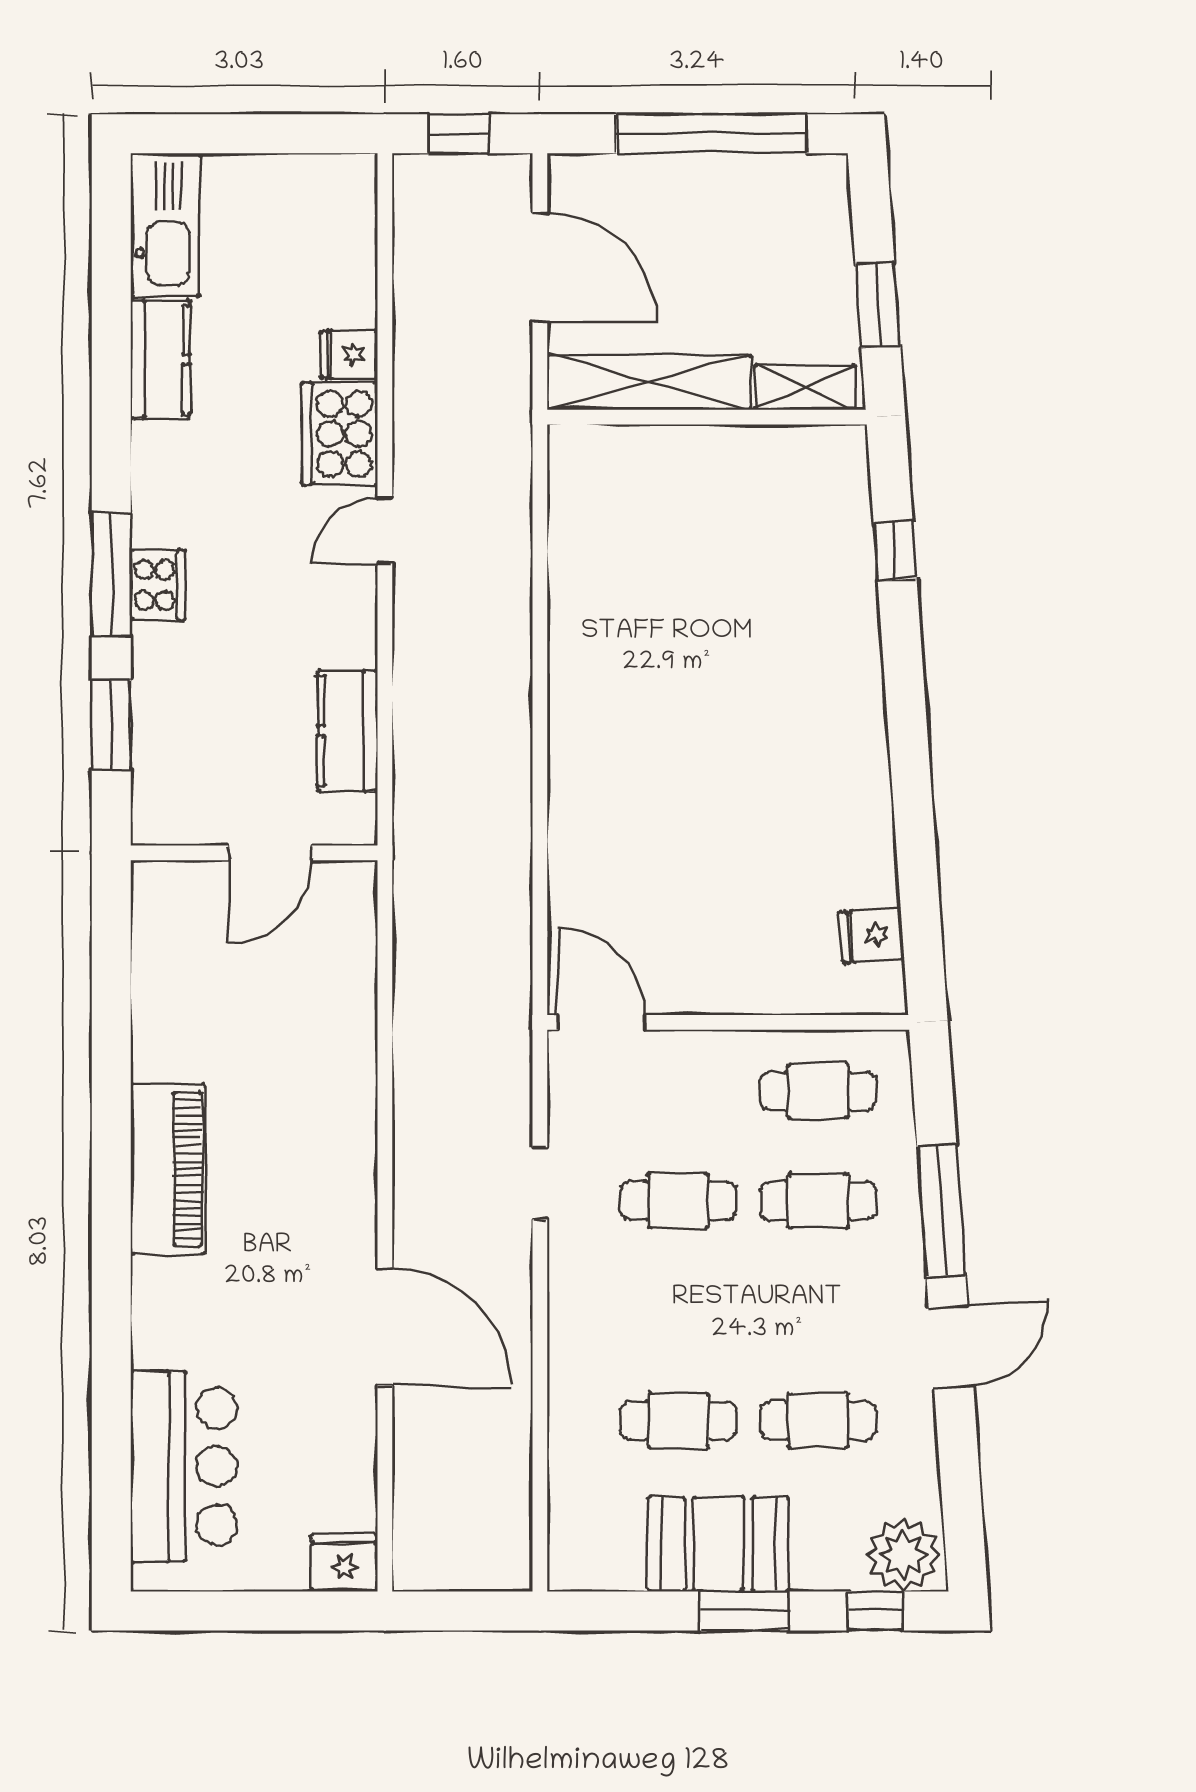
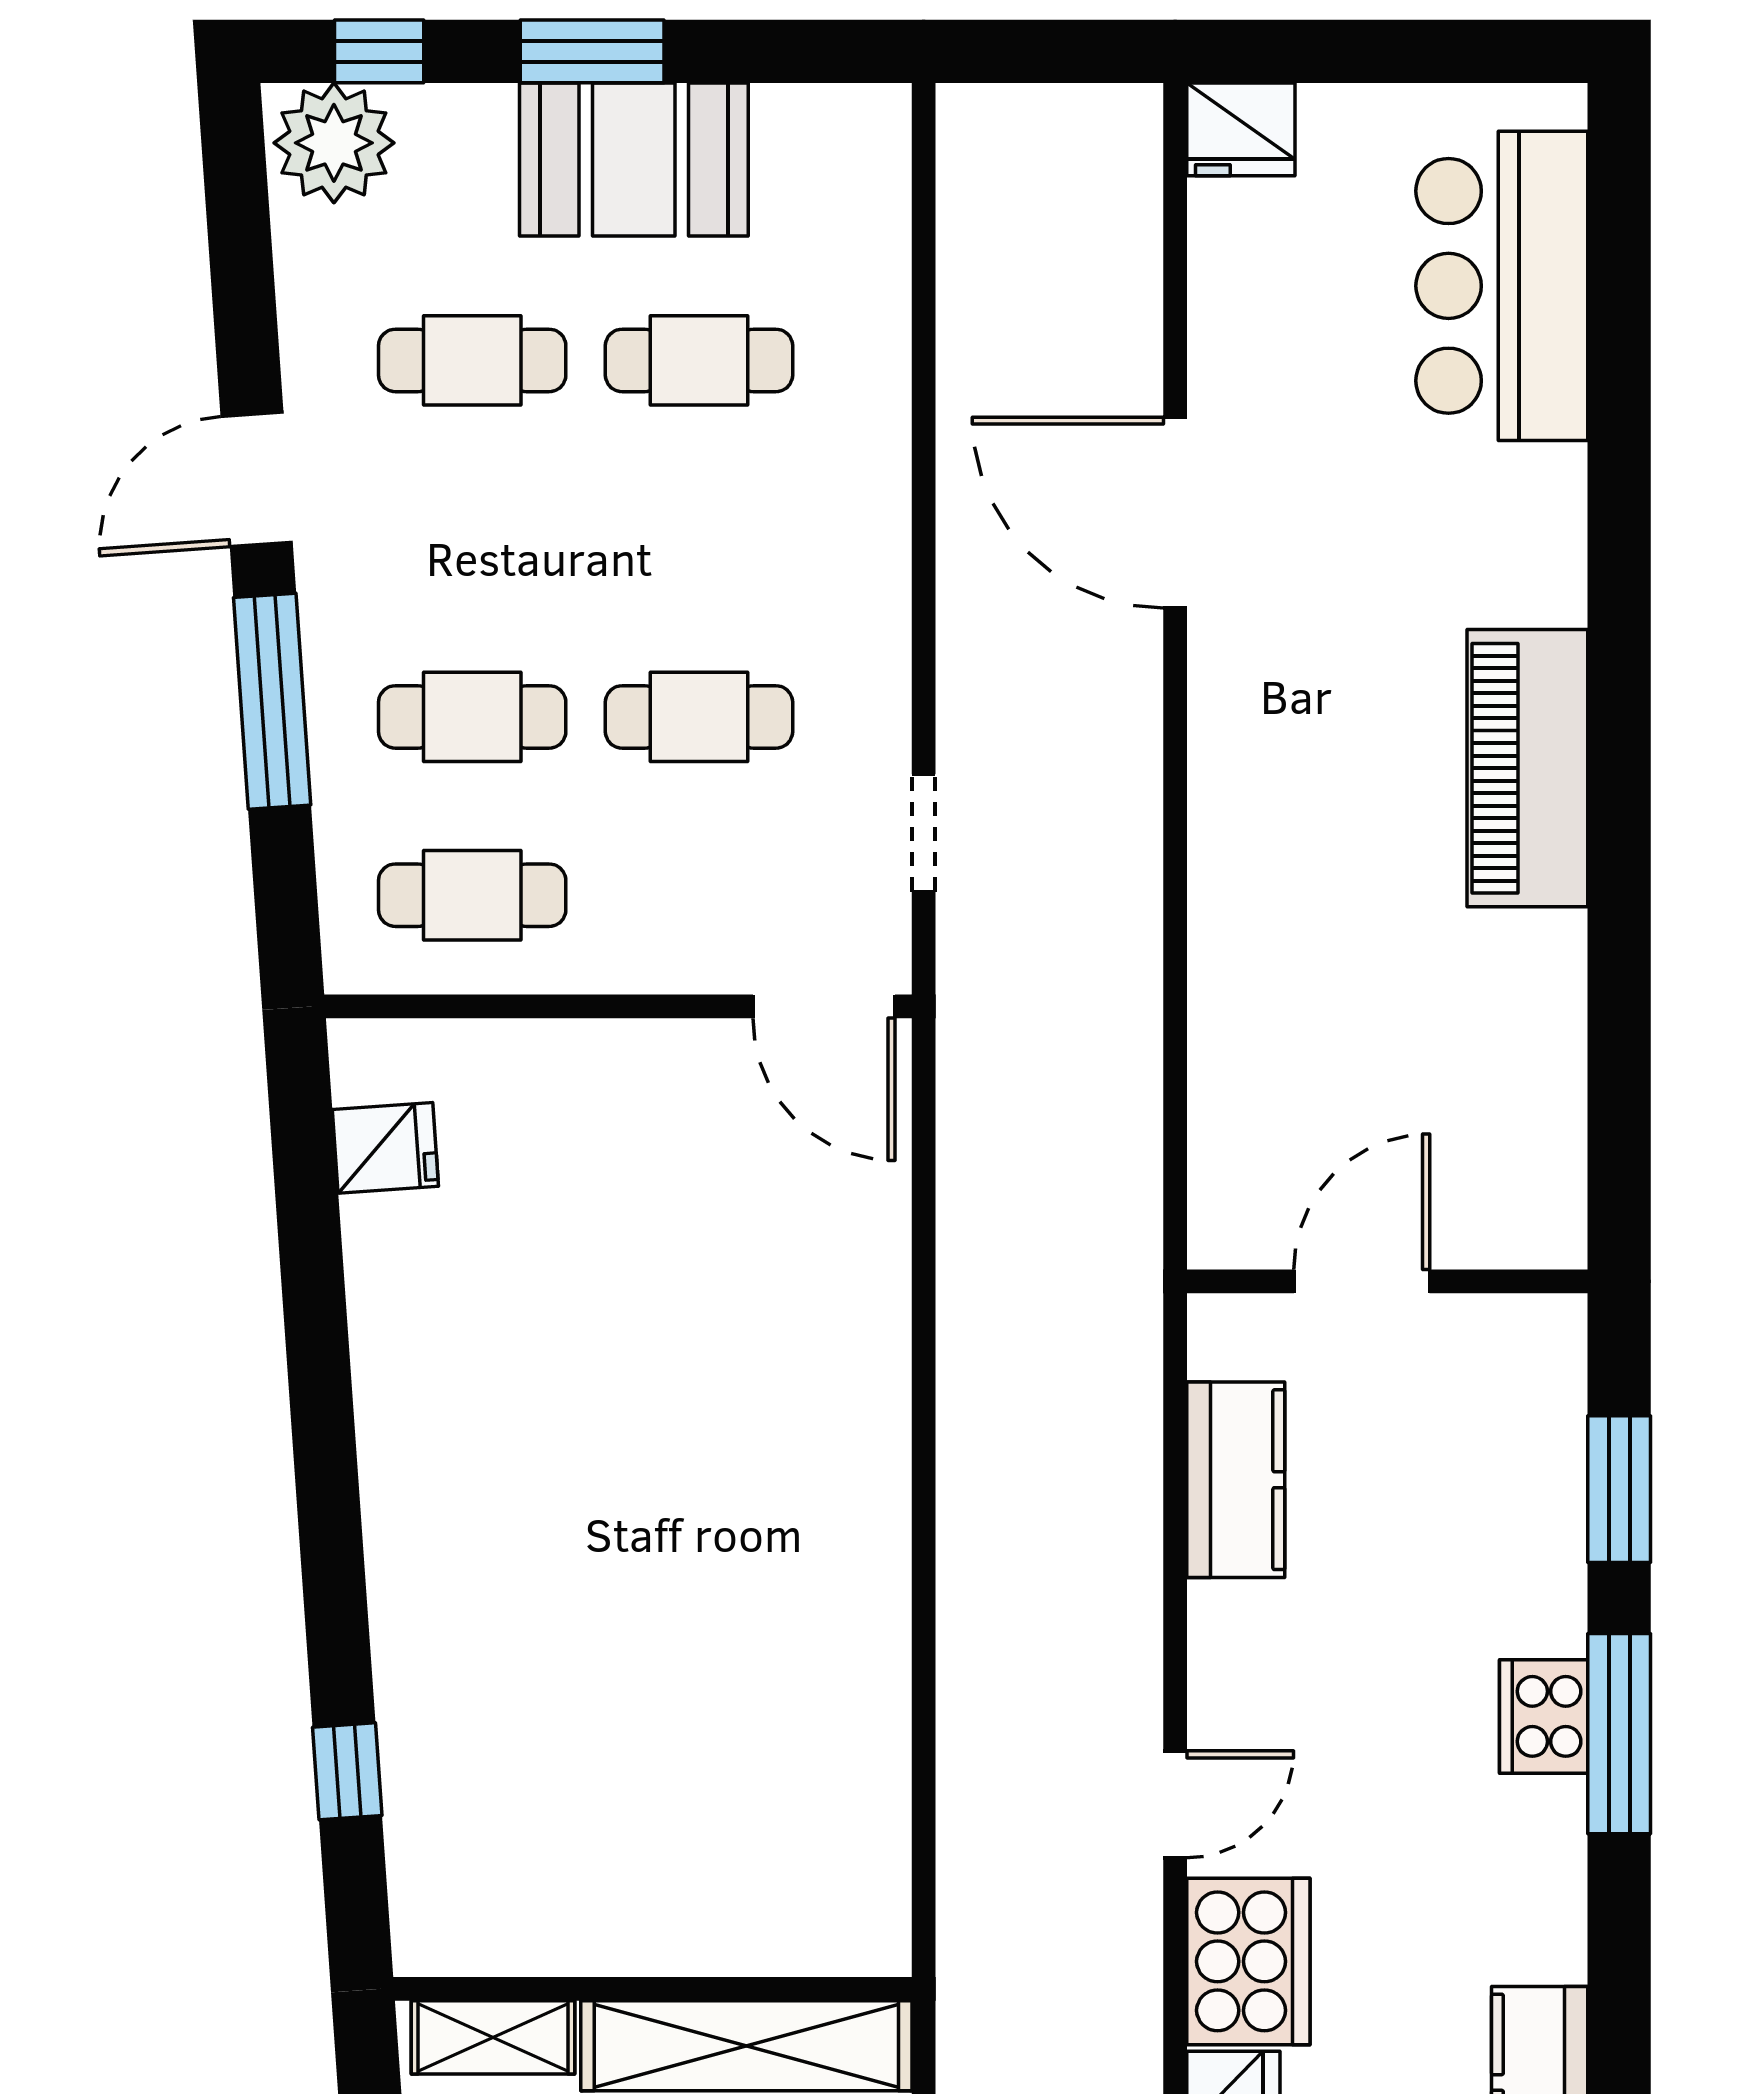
doorway: (540, 1183) -> (924, 833), moved

